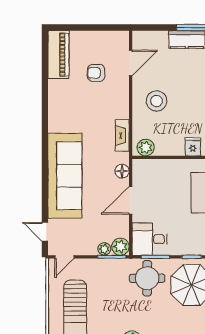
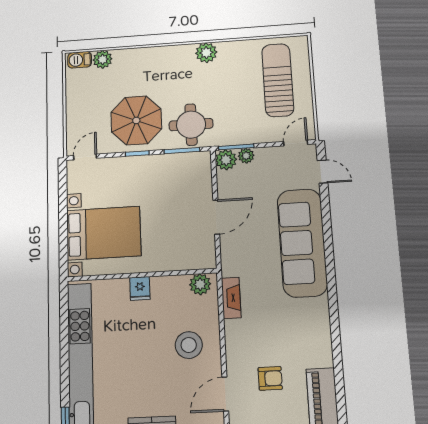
floor lamp: (122, 171) -> (229, 253), removed
desk: (150, 239) -> (190, 171), removed

